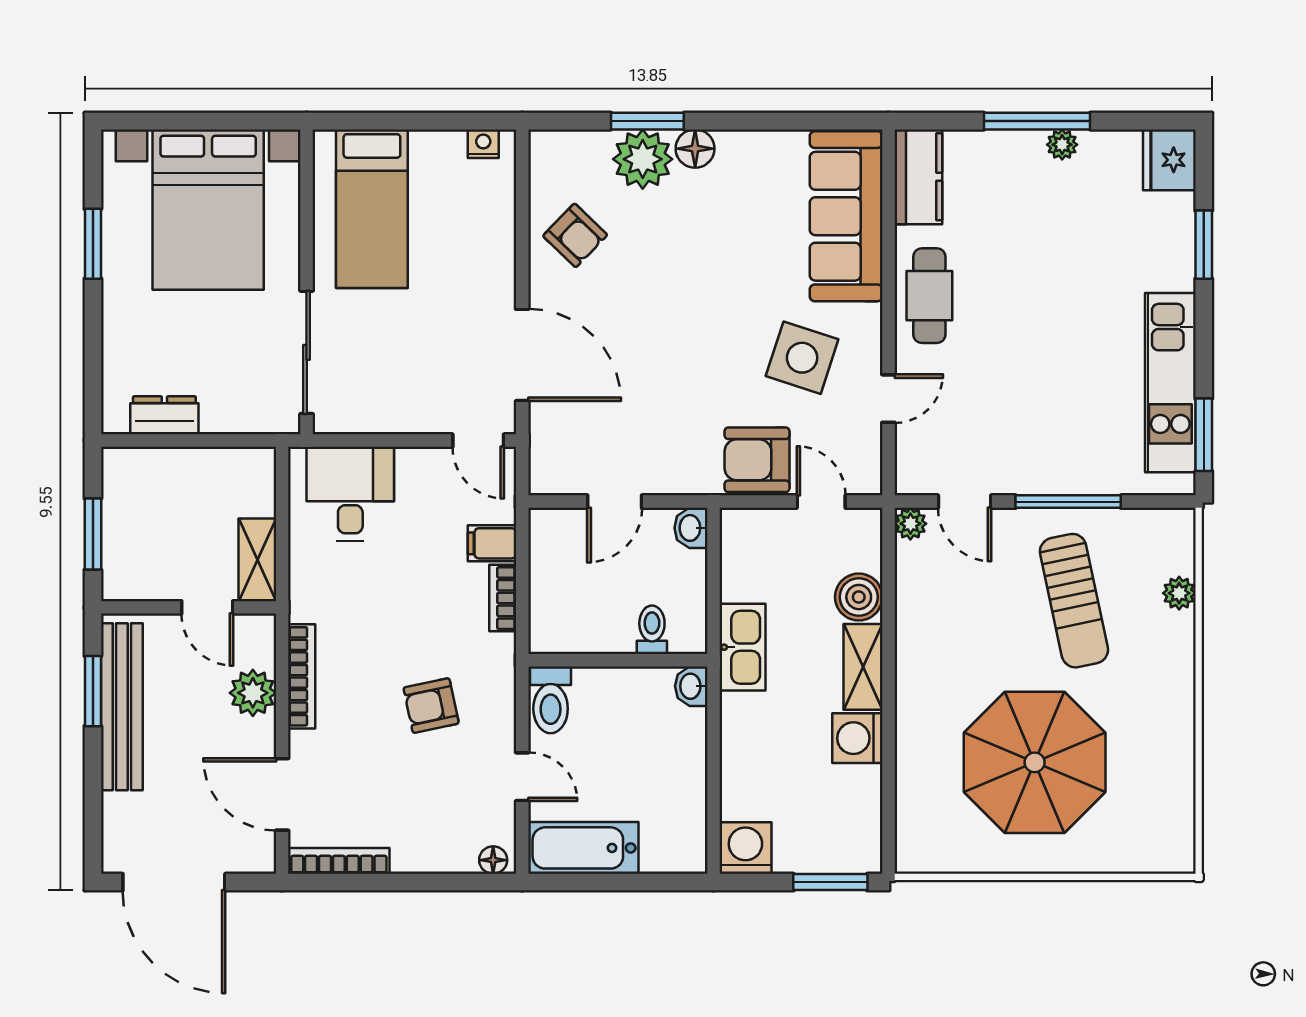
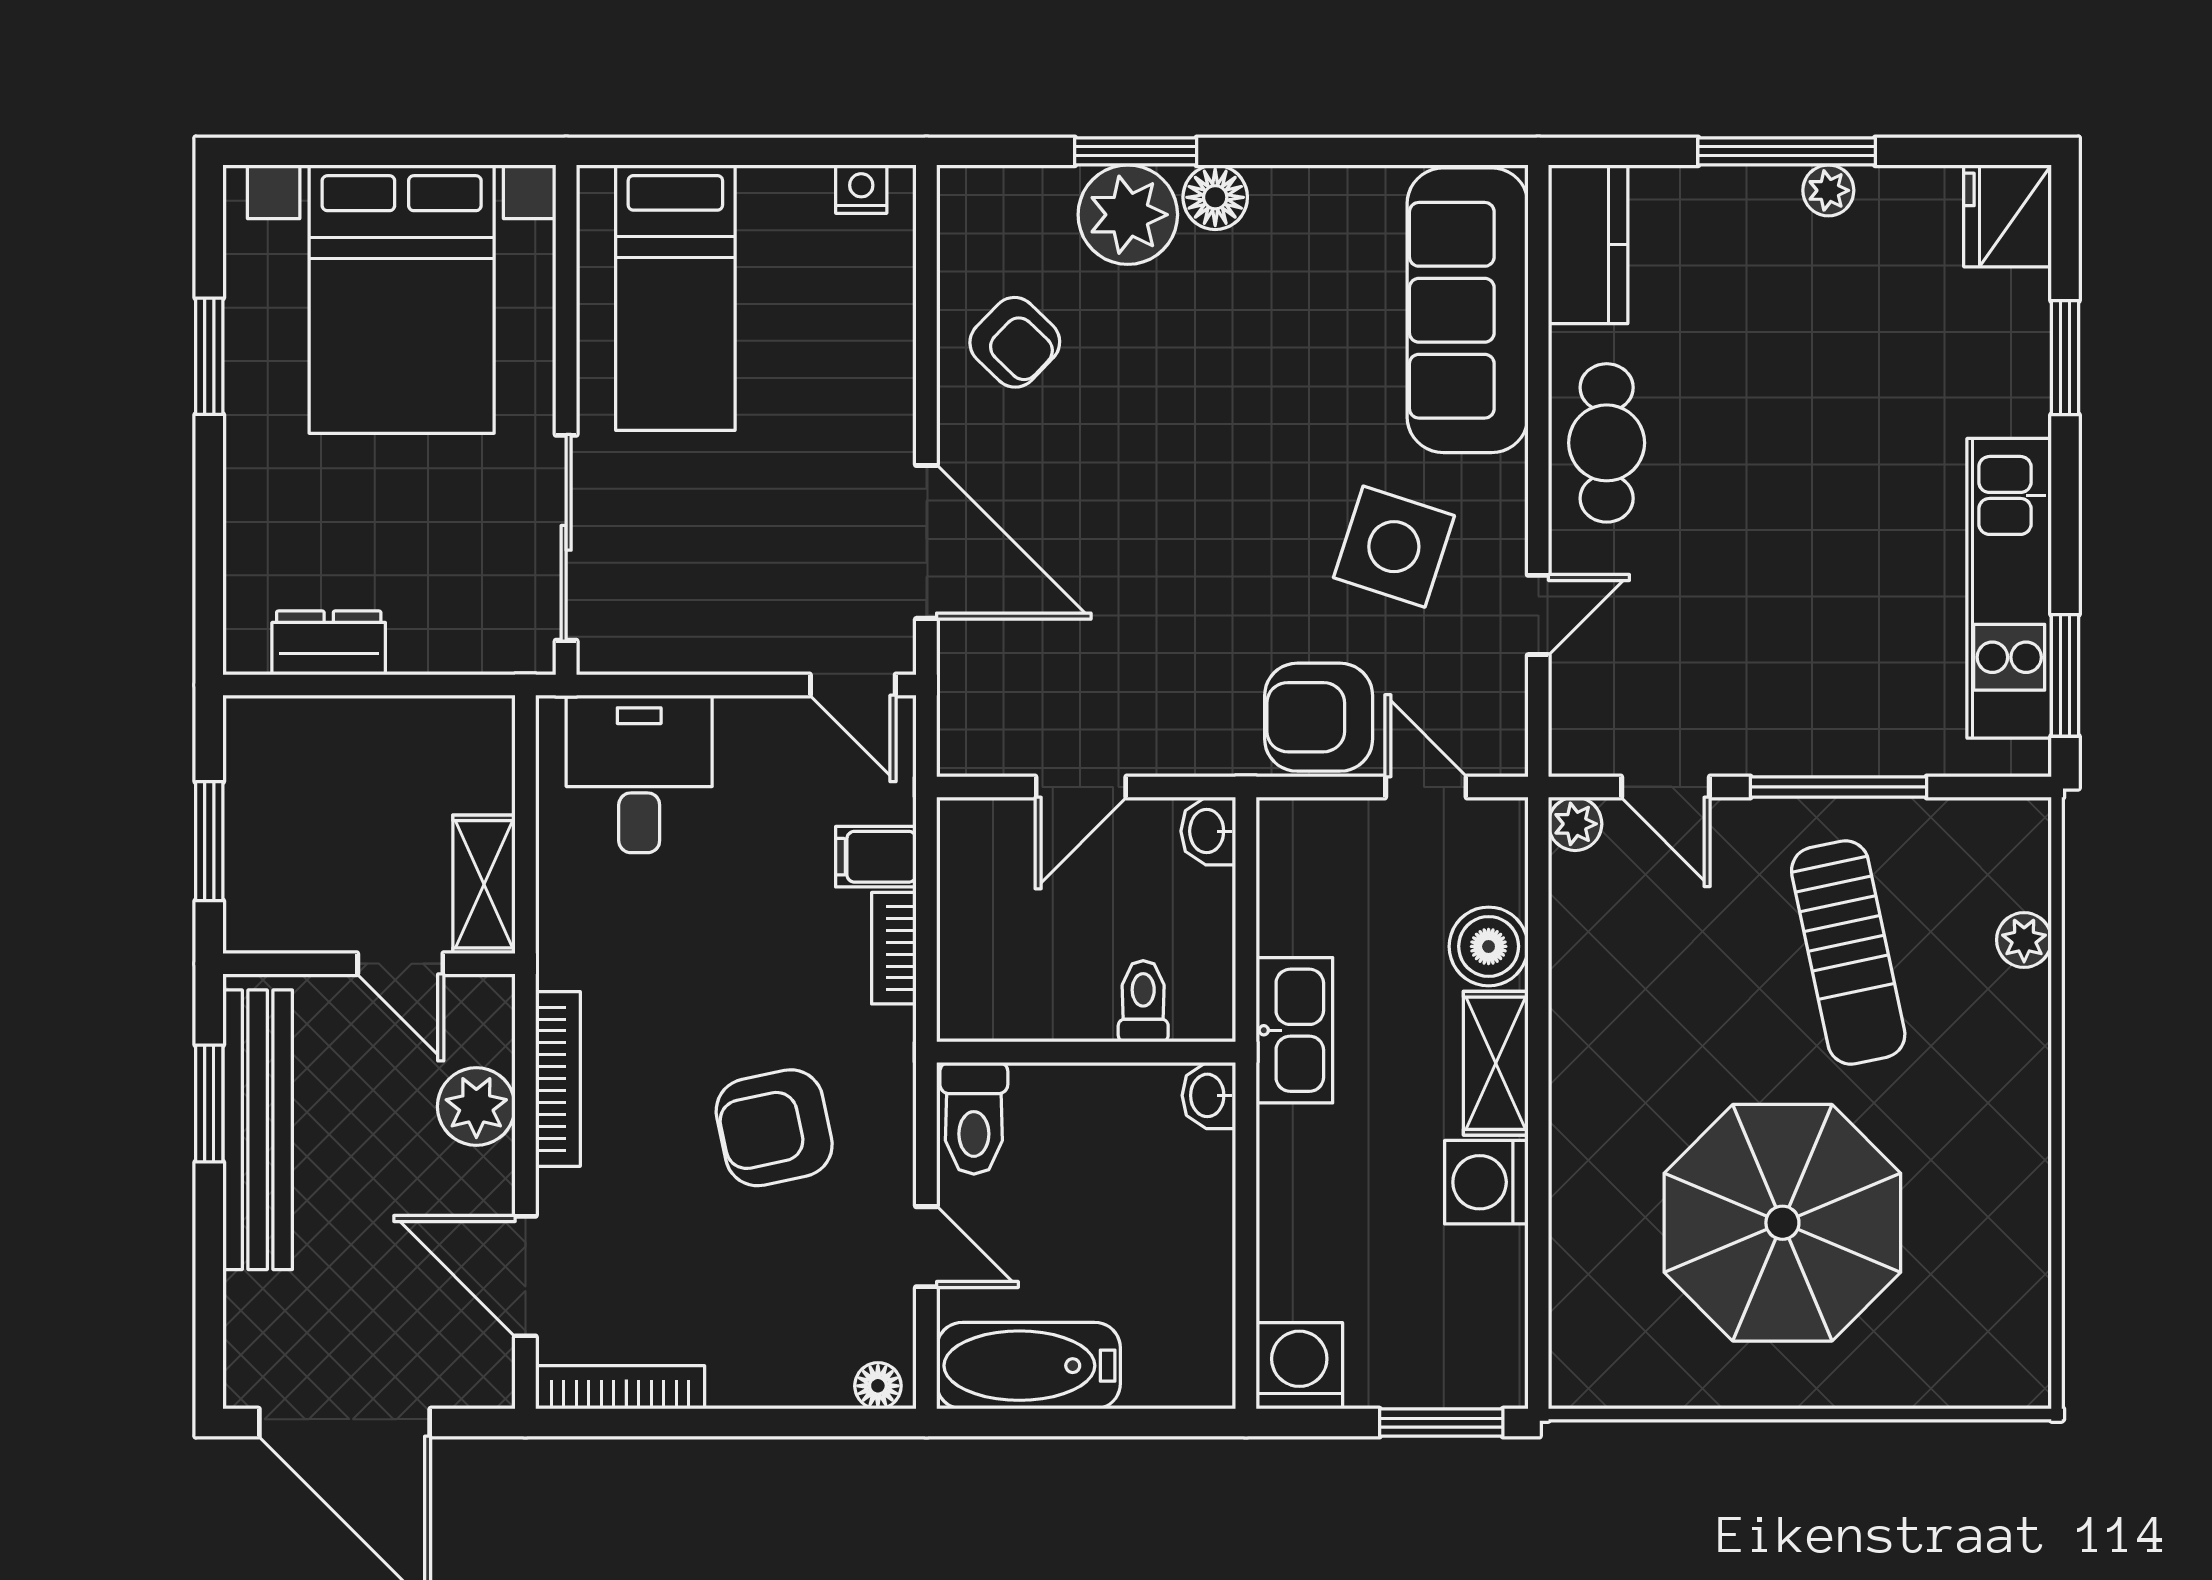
armchair: (431, 706) -> (774, 1128), width x1.38, depth x1.38

